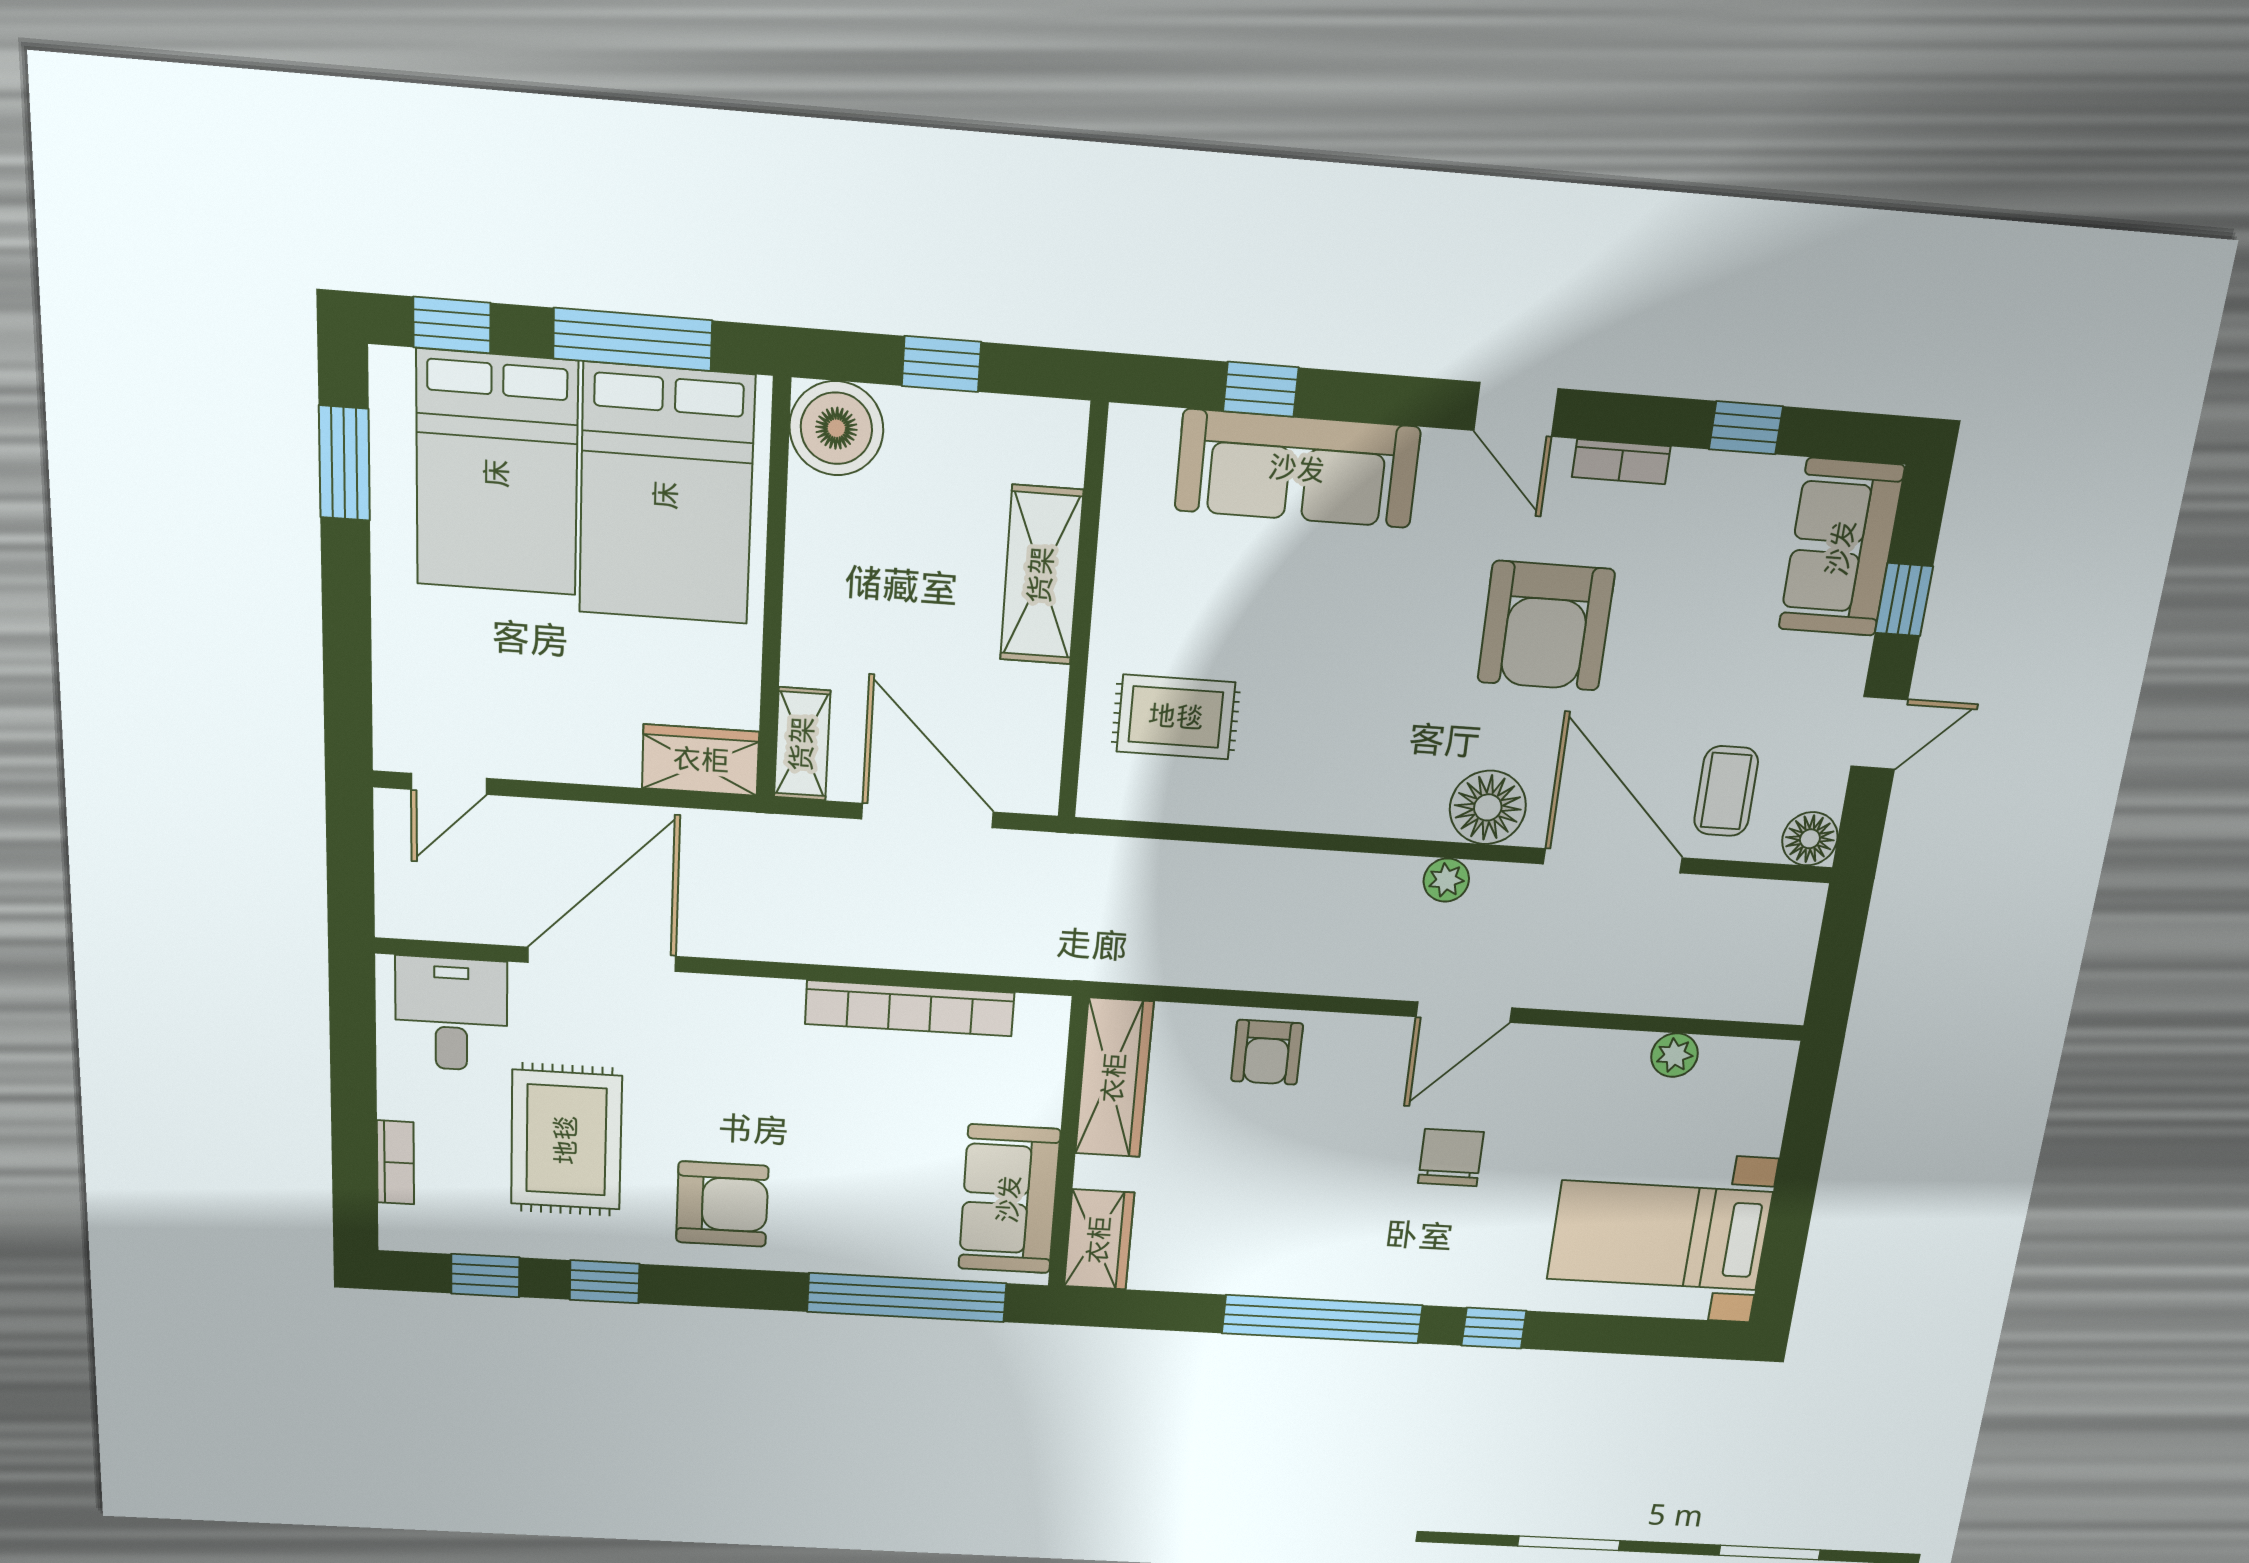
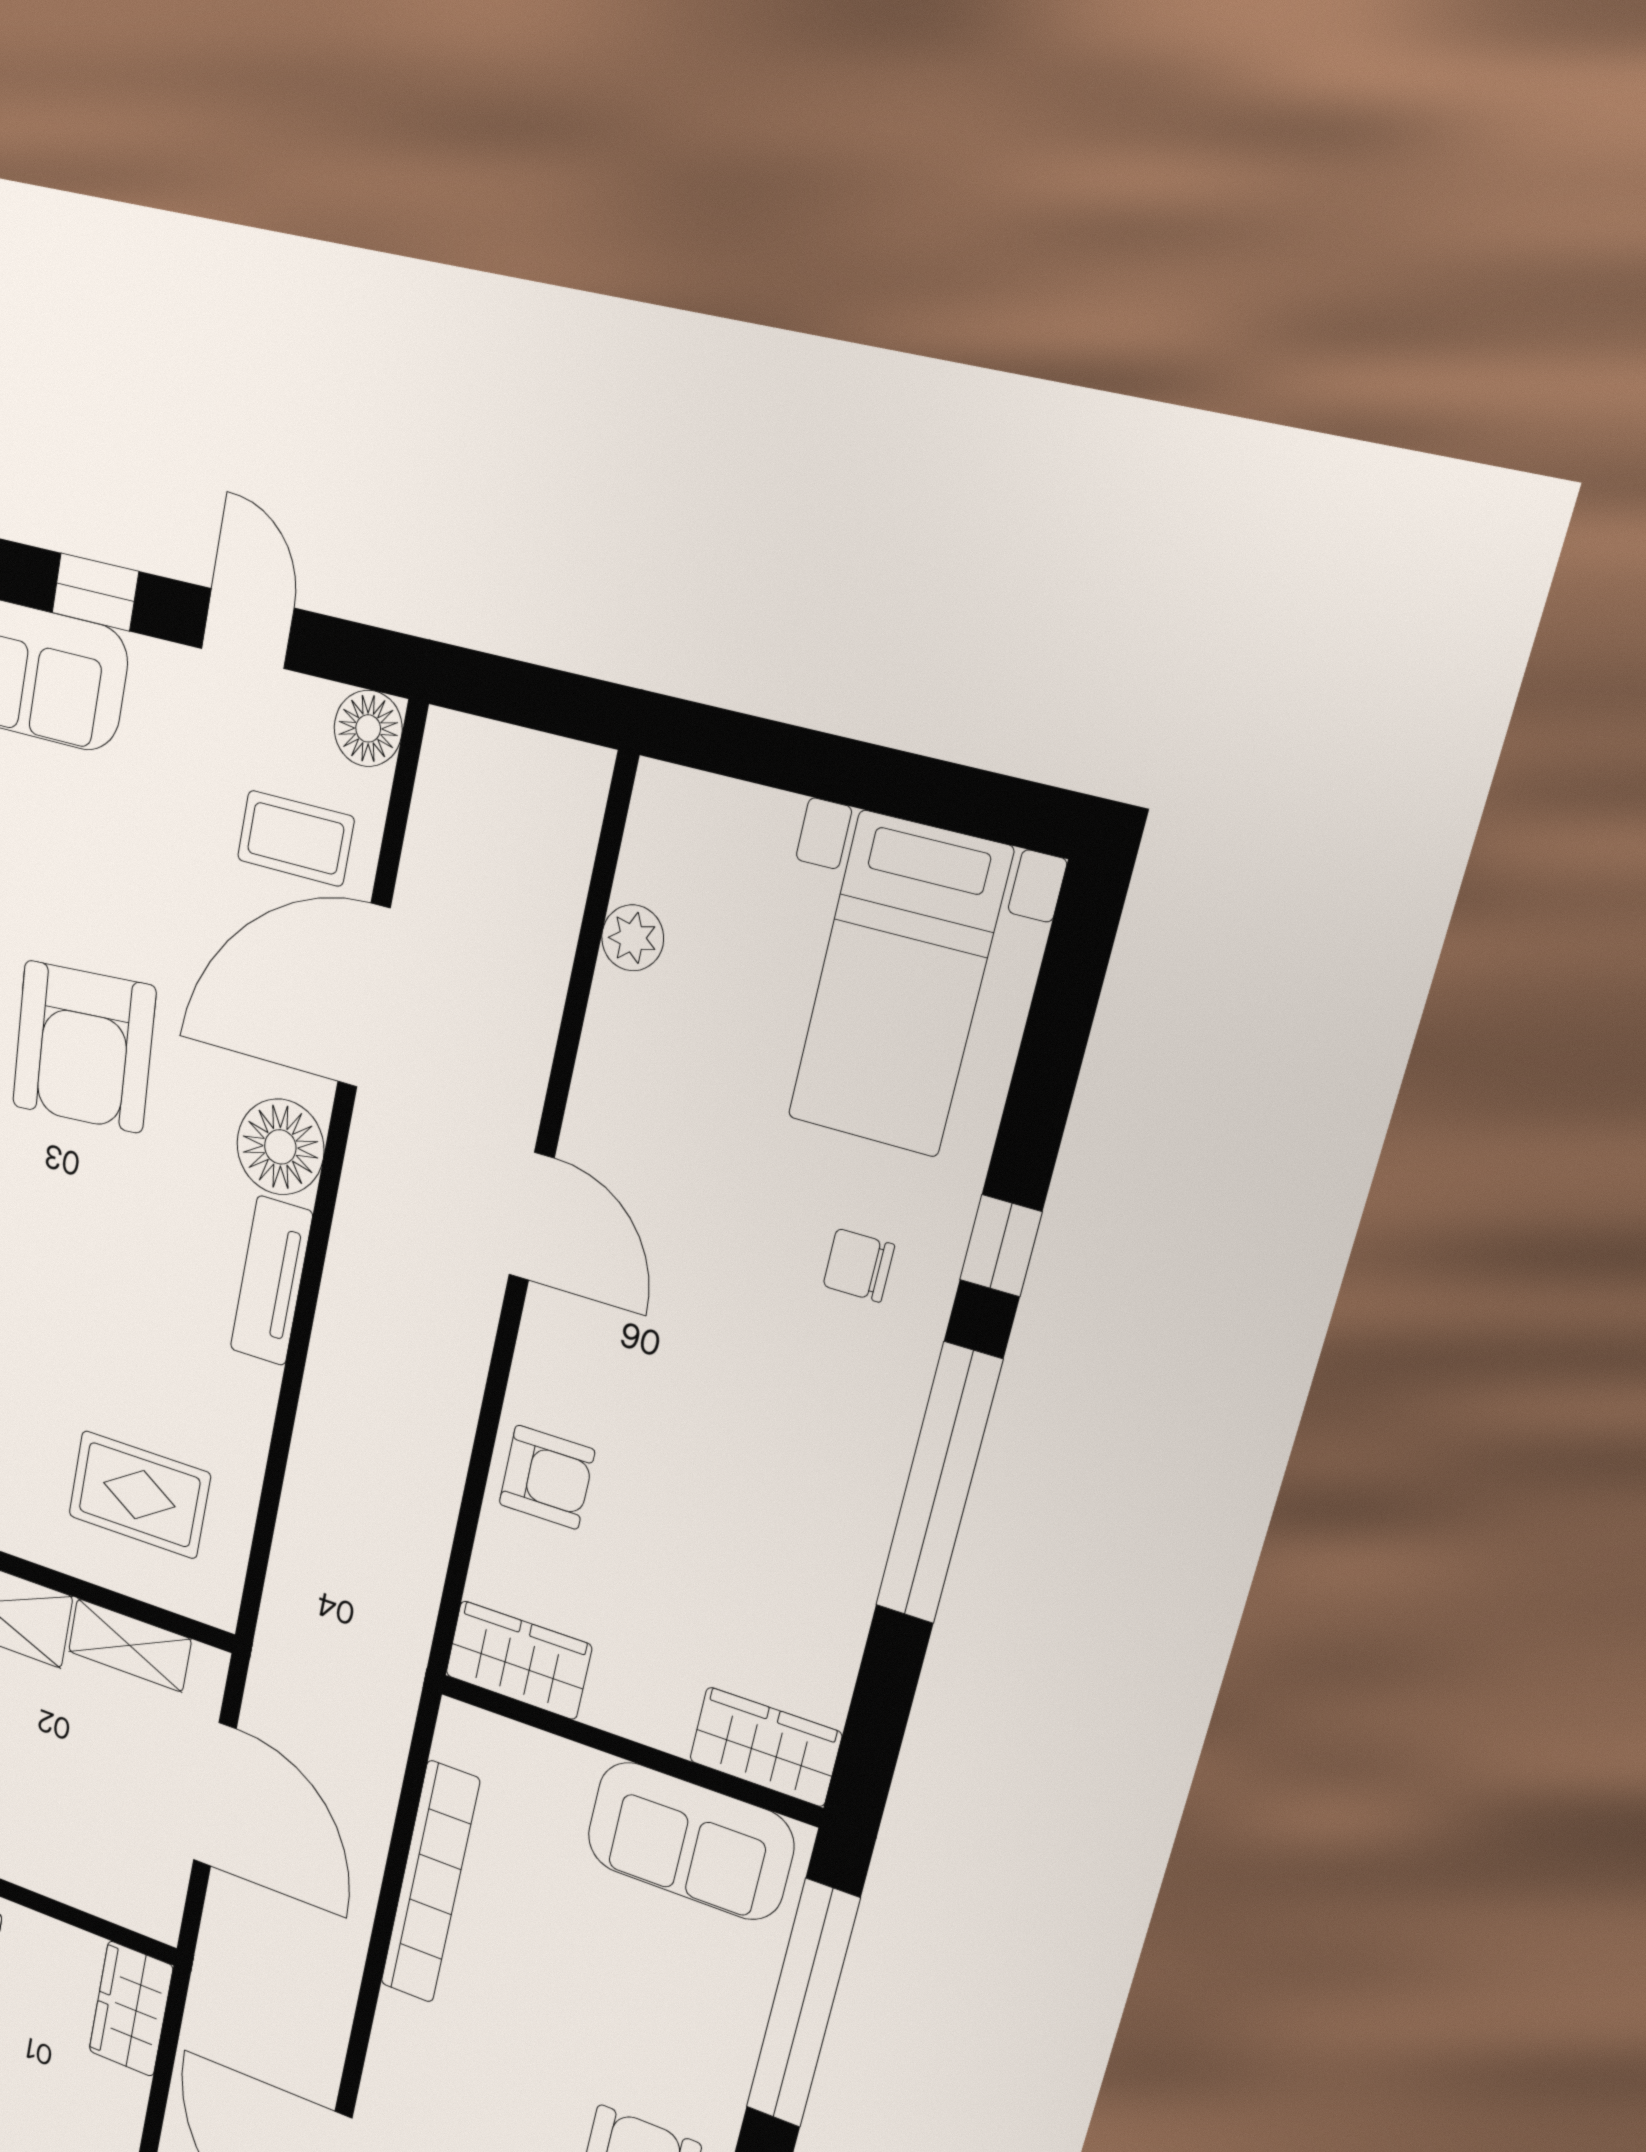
armchair: (1546, 626) -> (84, 1047), turned 86
rug: (1176, 717) -> (139, 1495), turned 90
shelving: (802, 744) -> (130, 1645), moved
tv unit: (1379, 813) -> (271, 1281), added
door: (928, 815) -> (215, 1795), swing flipped
plant: (1446, 880) -> (361, 1212), removed
wardrobe: (1114, 1078) -> (518, 1660), width x0.67
chair: (1451, 1158) -> (859, 1265), moved, width x0.73, depth x0.73

